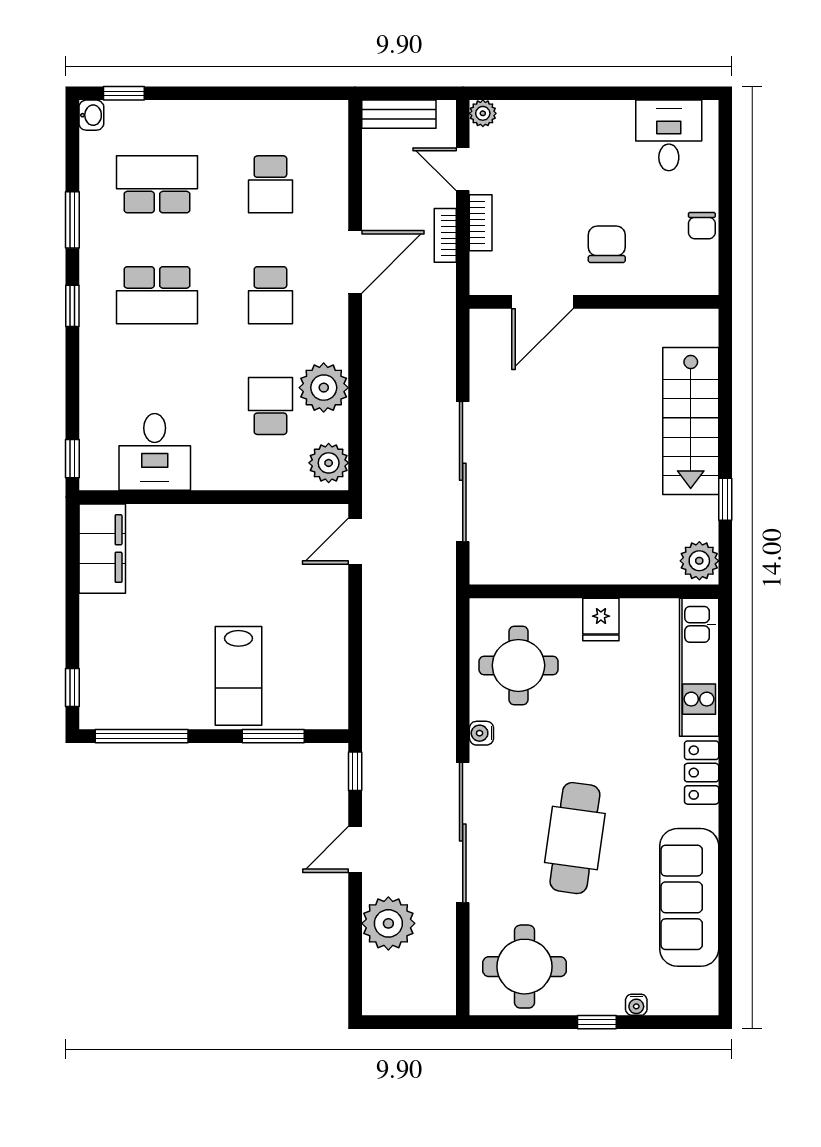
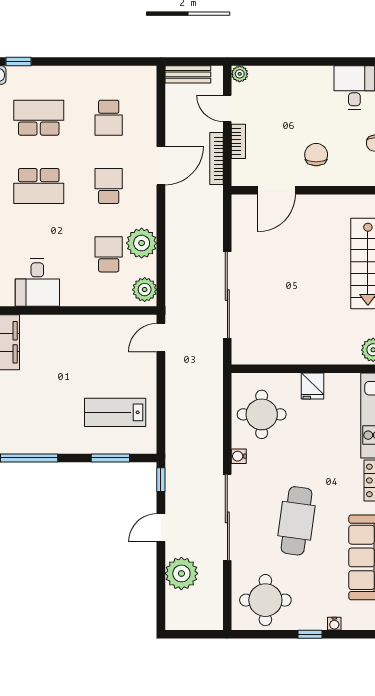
bookcase: (445, 235) -> (216, 158), width x1.56
school desk: (270, 295) -> (109, 186), turned 180
lab bench: (238, 676) -> (115, 412), moved, turned 90

